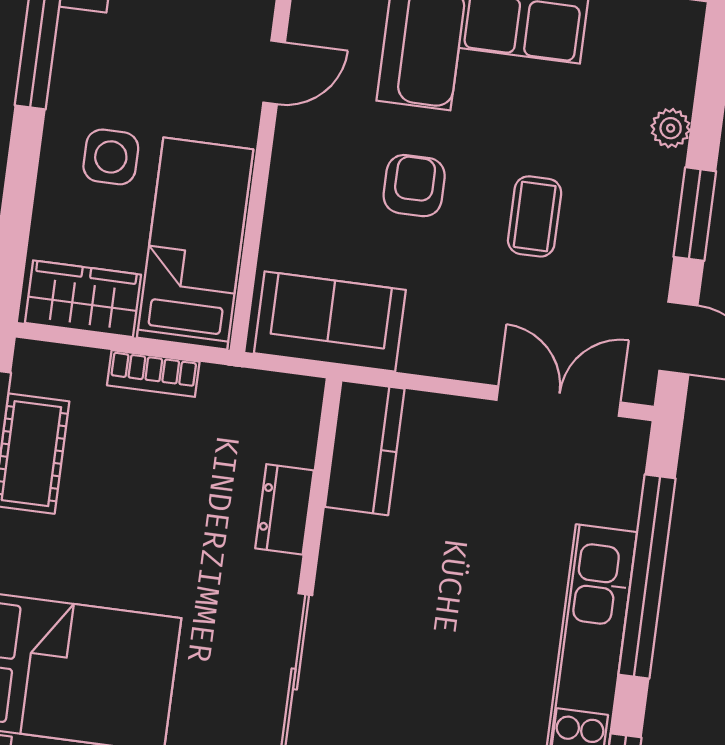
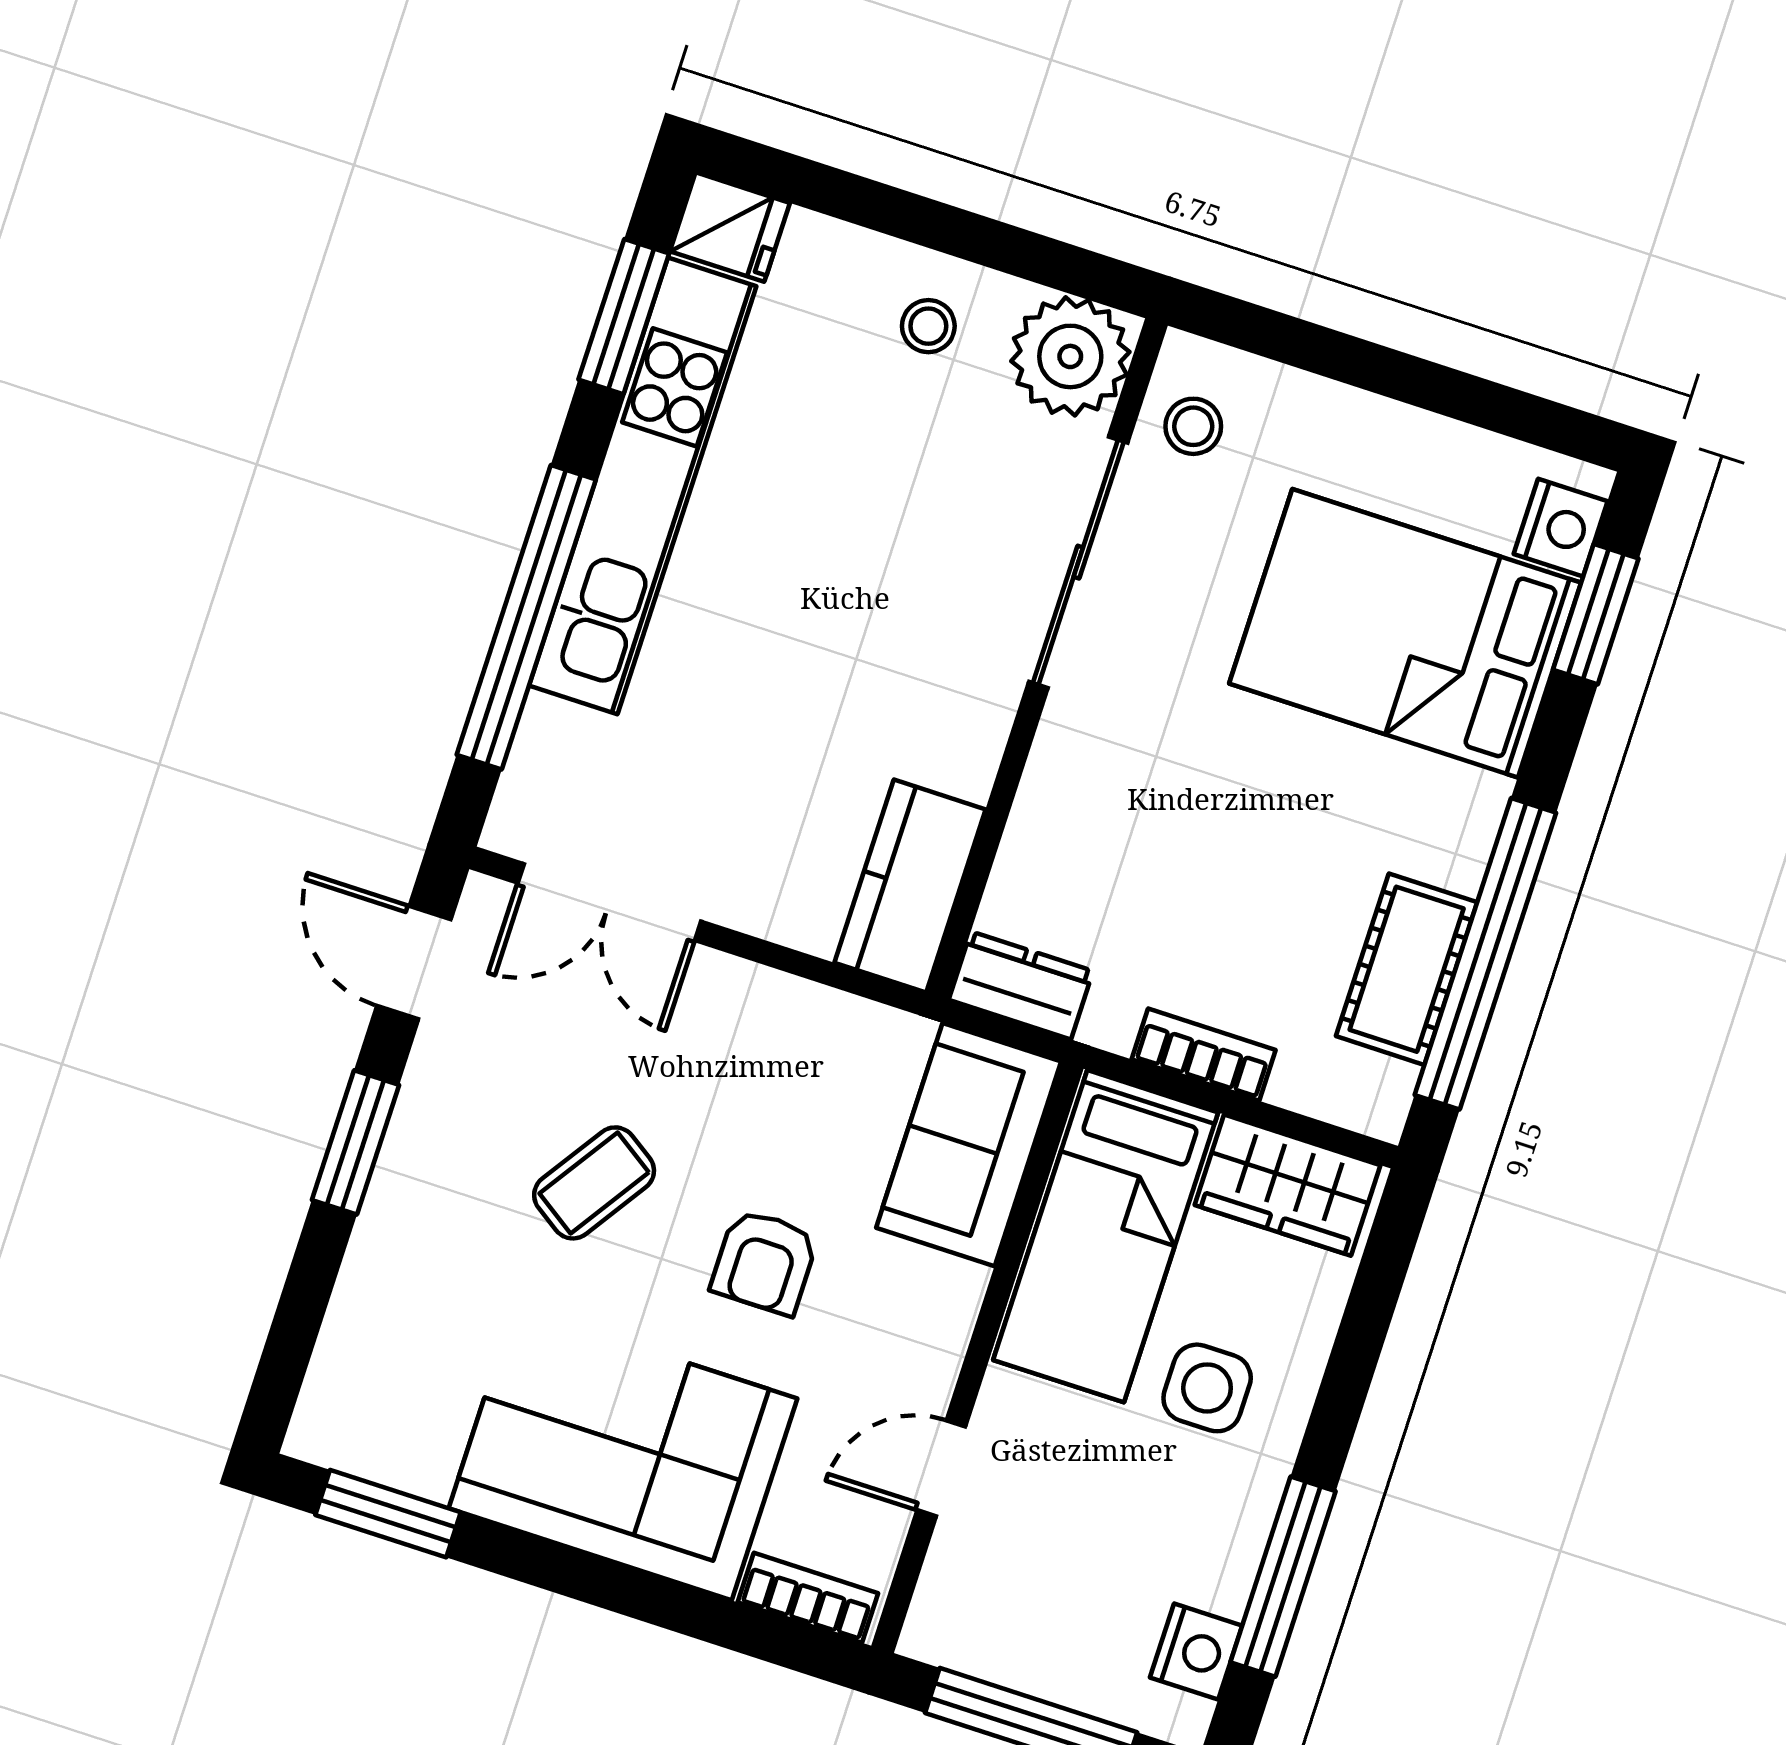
plant: (671, 128) -> (368, 1277), removed
coffee table: (535, 216) -> (594, 1183), turned 34
sofa: (330, 321) -> (969, 1145), moved, turned 90
dresser: (285, 509) -> (1021, 985), moved, turned -90

